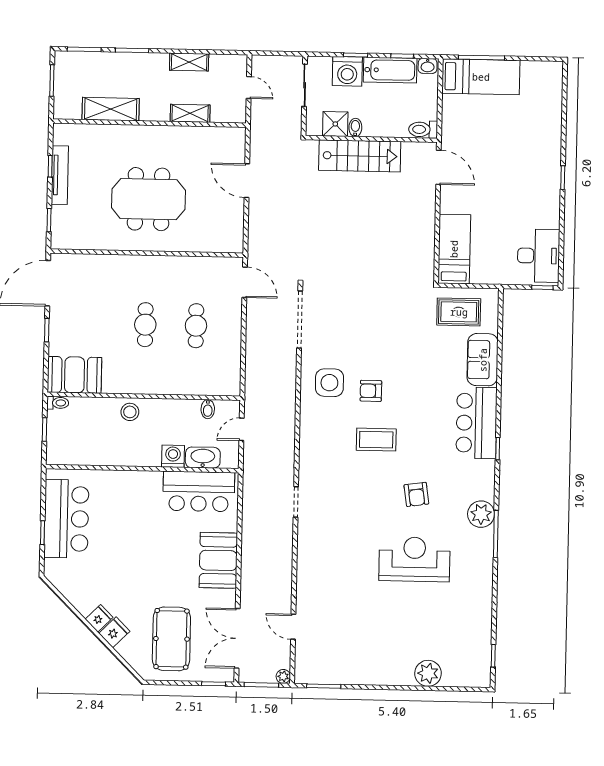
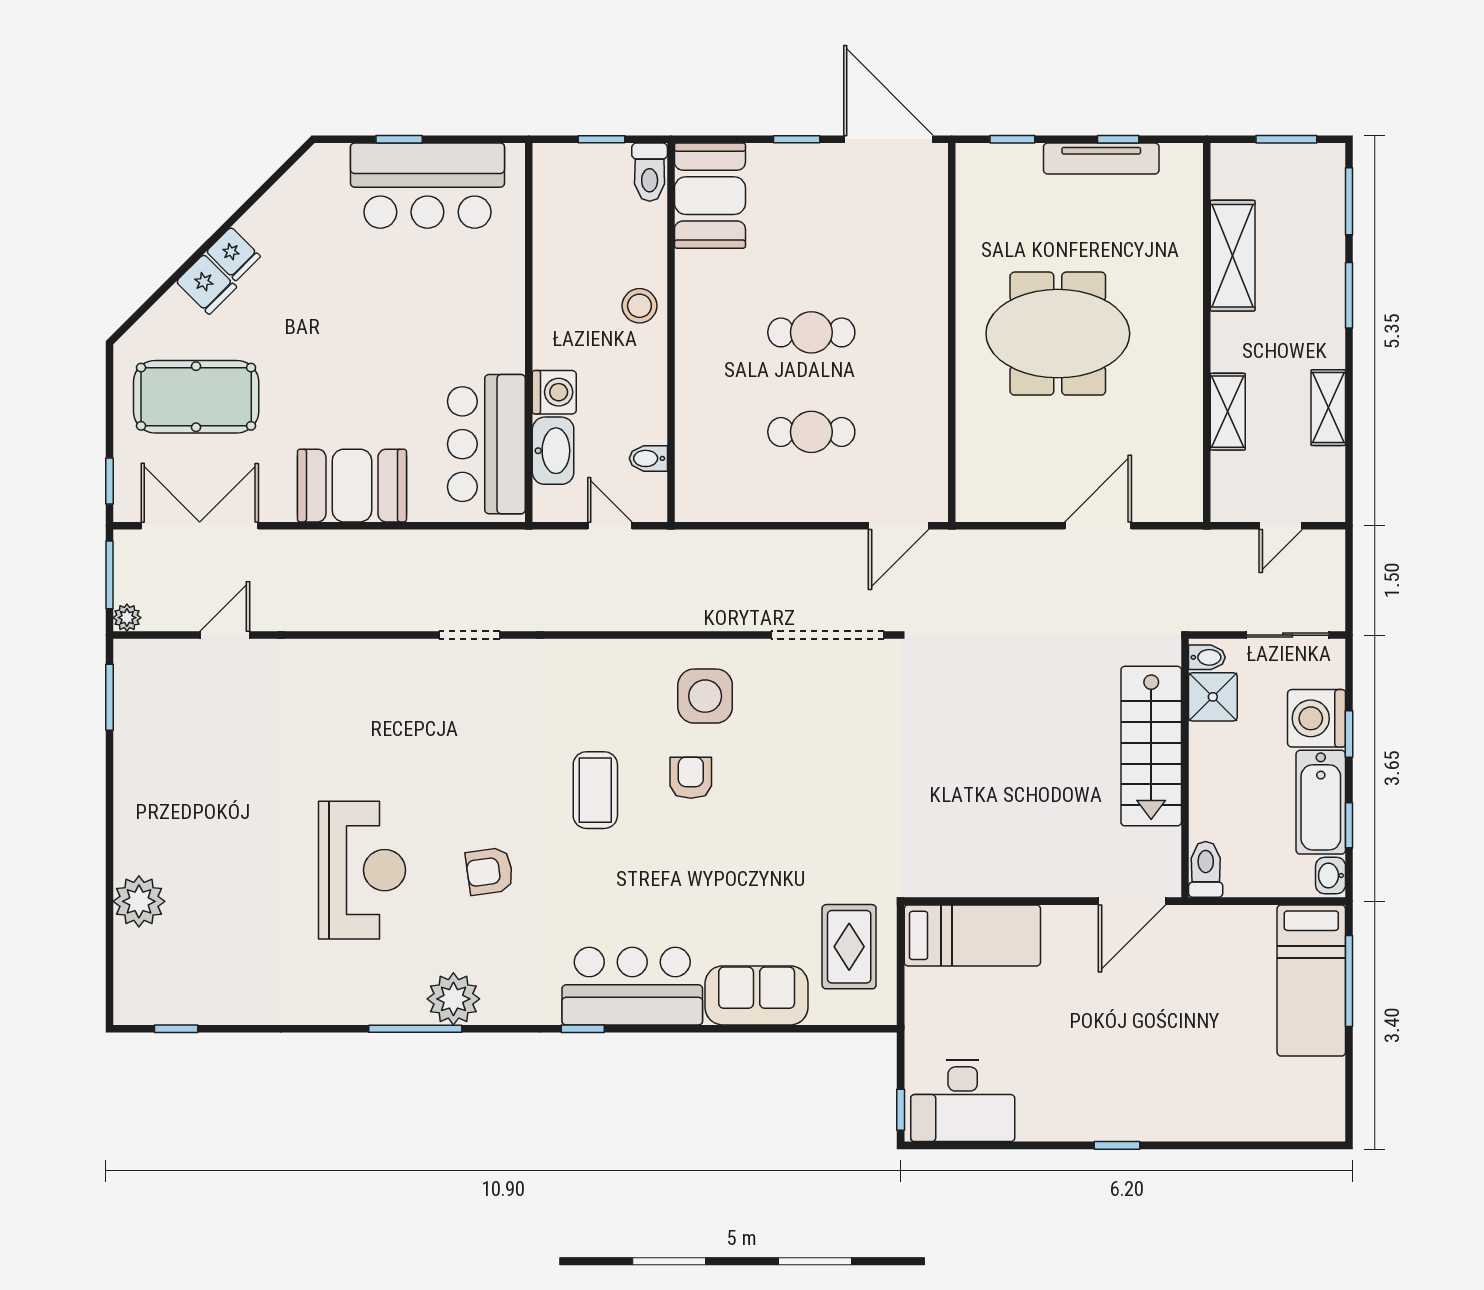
bidet: (355, 127) -> (1207, 657), moved
meeting table: (149, 199) -> (1058, 334), turned 90
toilet: (58, 403) -> (650, 172), width x1.37, depth x1.39

